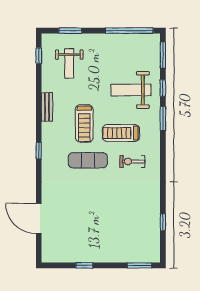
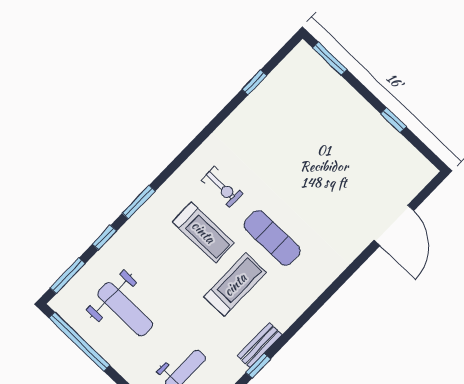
weight bench: (131, 90) -> (125, 309), moved
window: (39, 151) -> (258, 366), moved

